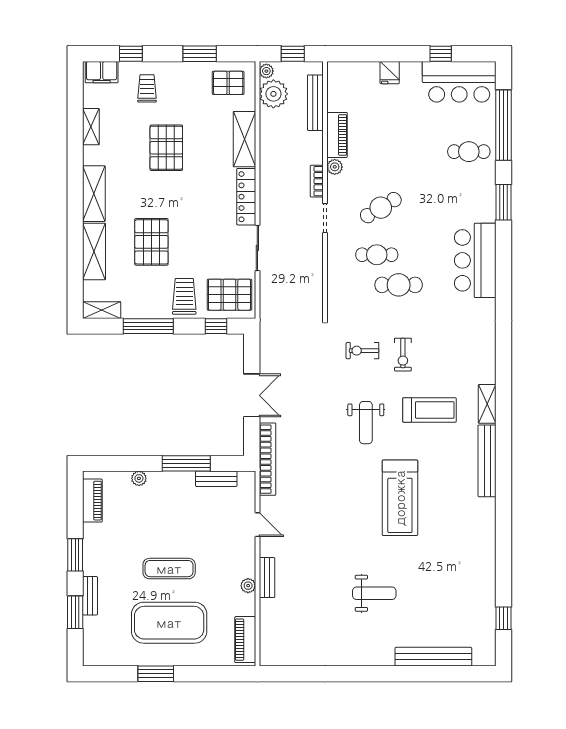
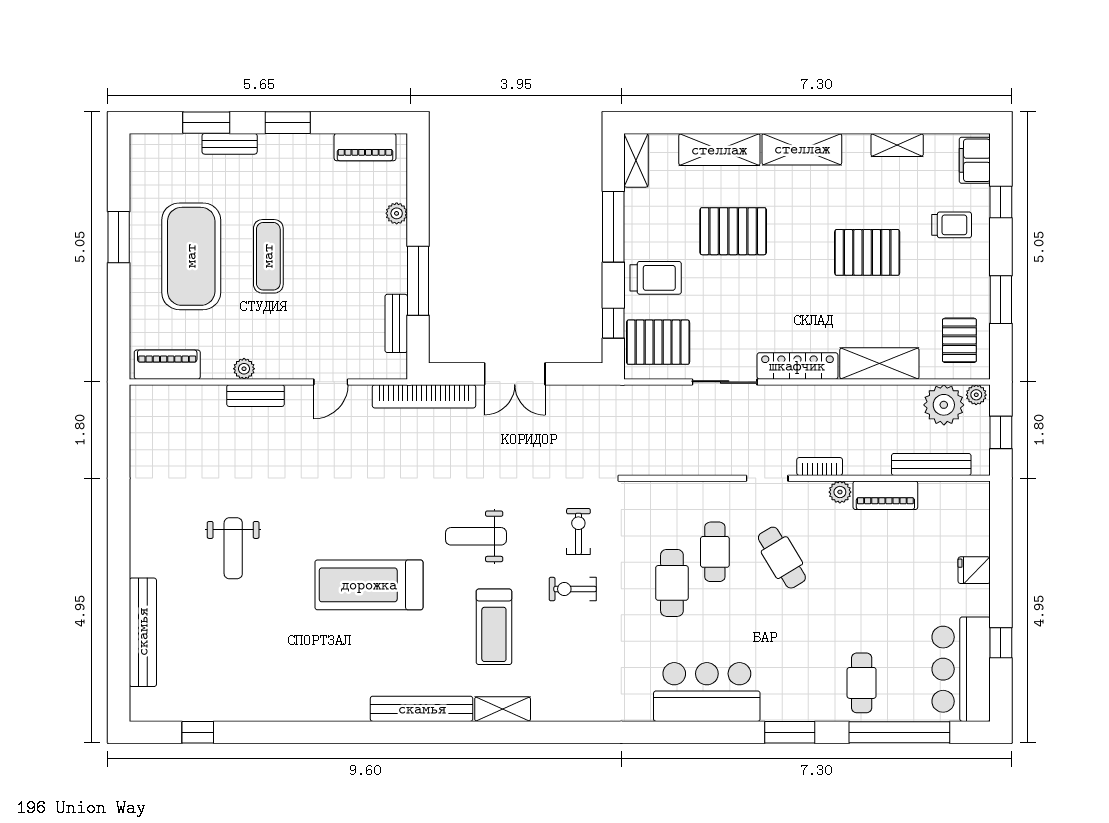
pallet: (229, 295) -> (658, 342), turned 90

